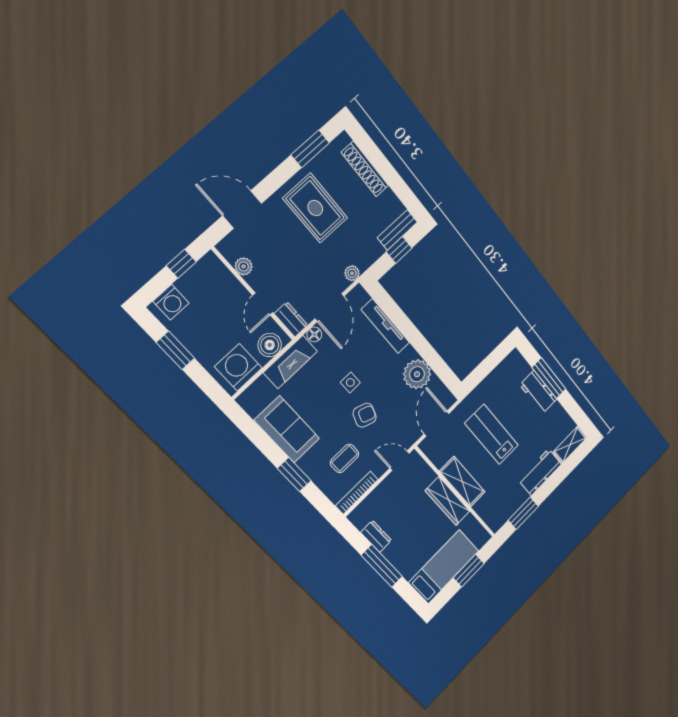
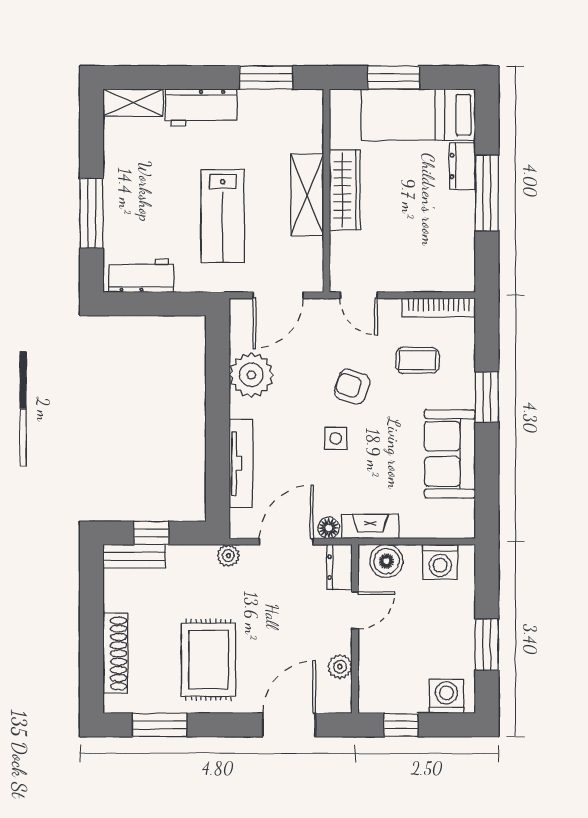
door: (242, 210) -> (289, 725), swing flipped
fireplace: (290, 362) -> (370, 526), width x0.73, depth x0.76
washing machine: (238, 367) -> (440, 562), width x0.73, depth x0.73
workbench: (538, 392) -> (141, 276), moved, turned -90
dresser: (376, 536) -> (462, 166), moved

